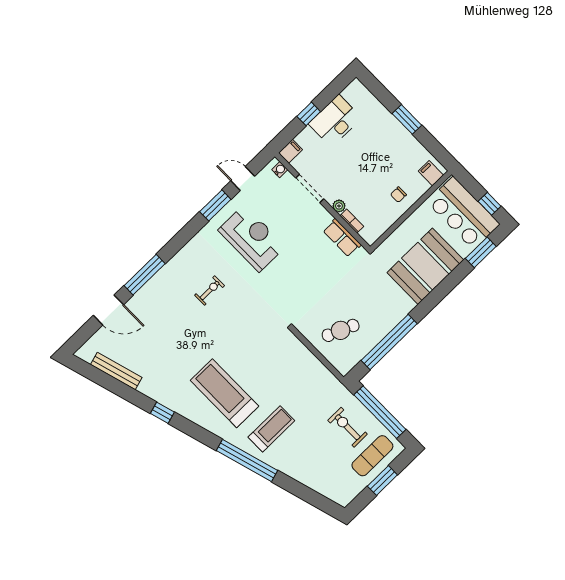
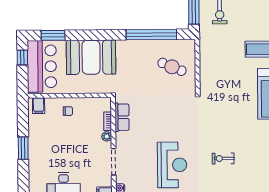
reception desk: (252, 238) -> (172, 165), turned 180

